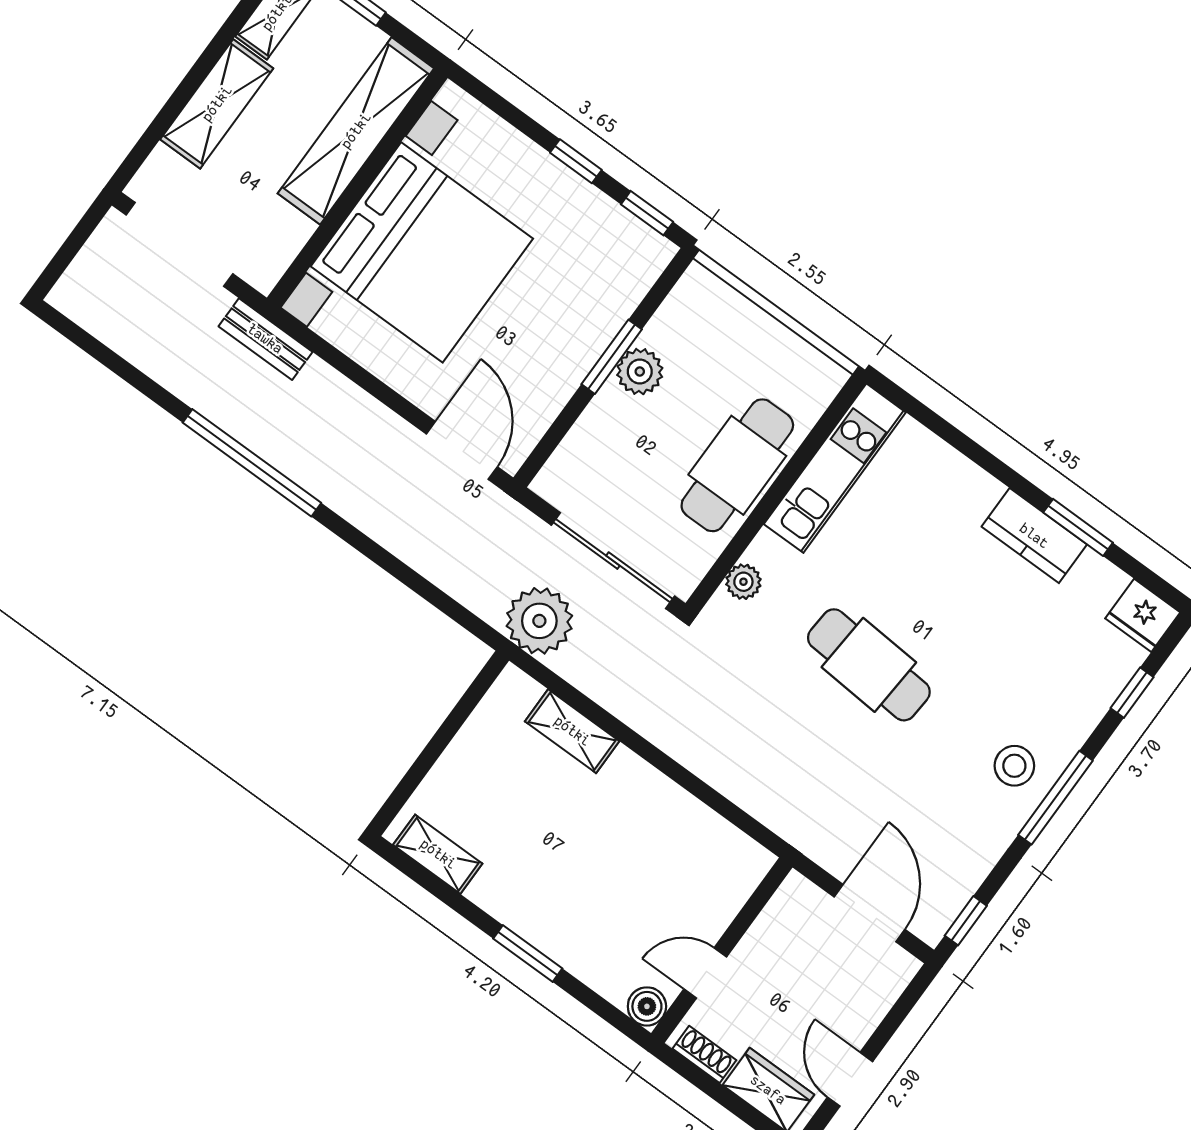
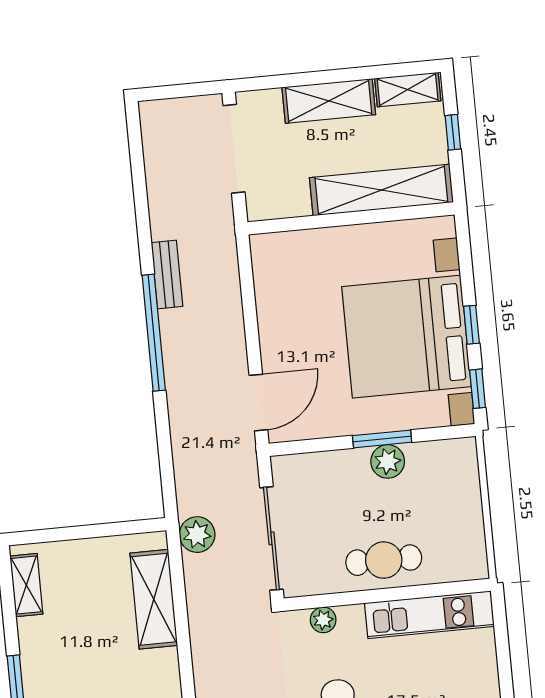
bed with nightstands: (422, 252) -> (406, 337), moved, turned 90
bench: (265, 339) -> (167, 275), moved
window: (252, 463) -> (154, 333), moved
cafe table: (737, 465) -> (384, 560), width x0.73, depth x0.74
plant: (539, 621) -> (197, 535), width x0.73, depth x0.73
shelving: (572, 731) -> (154, 599), width x1.50, depth x1.33

